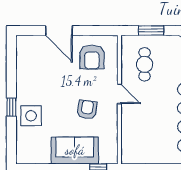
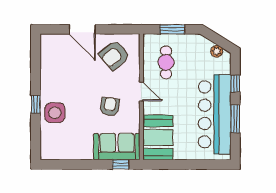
armchair: (92, 57) -> (114, 55), turned 51
booth: (136, 141) -> (158, 138), added
sofa: (75, 150) -> (117, 147), moved

